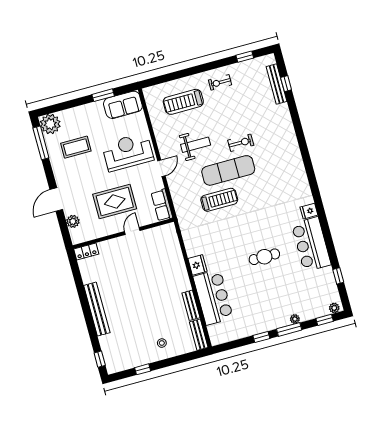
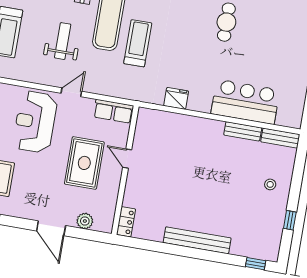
door: (161, 168) -> (71, 92), hinge flipped
fridge: (197, 265) -> (176, 98), moved

